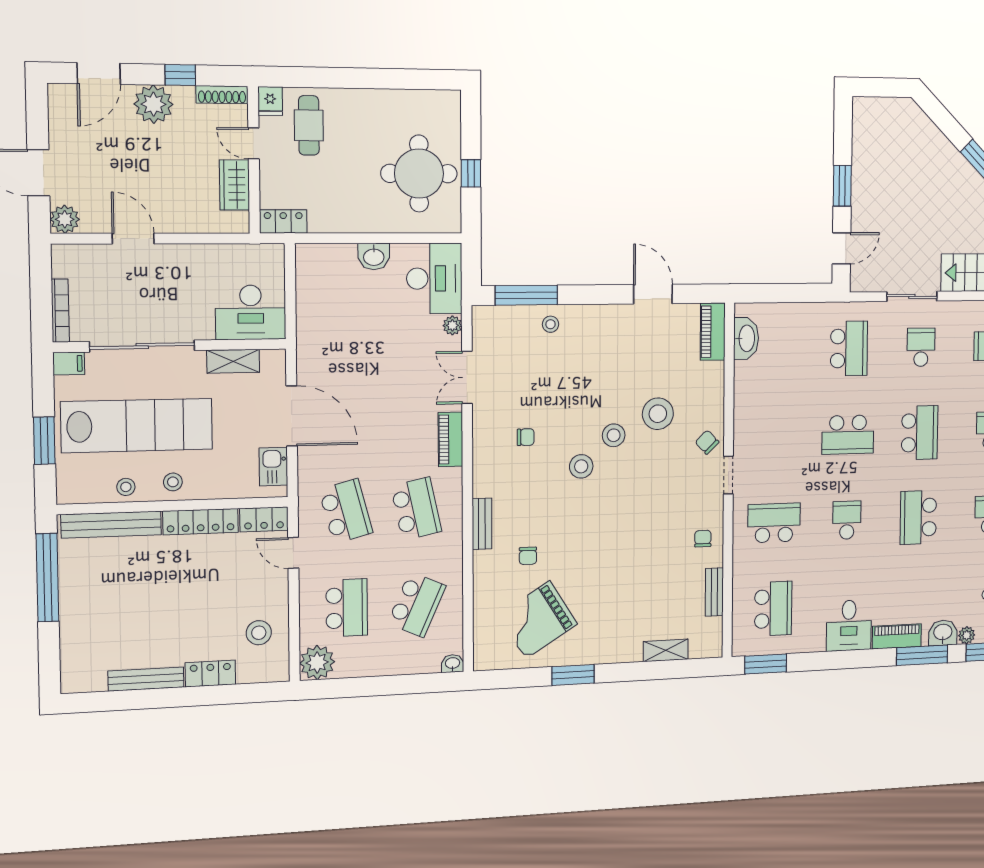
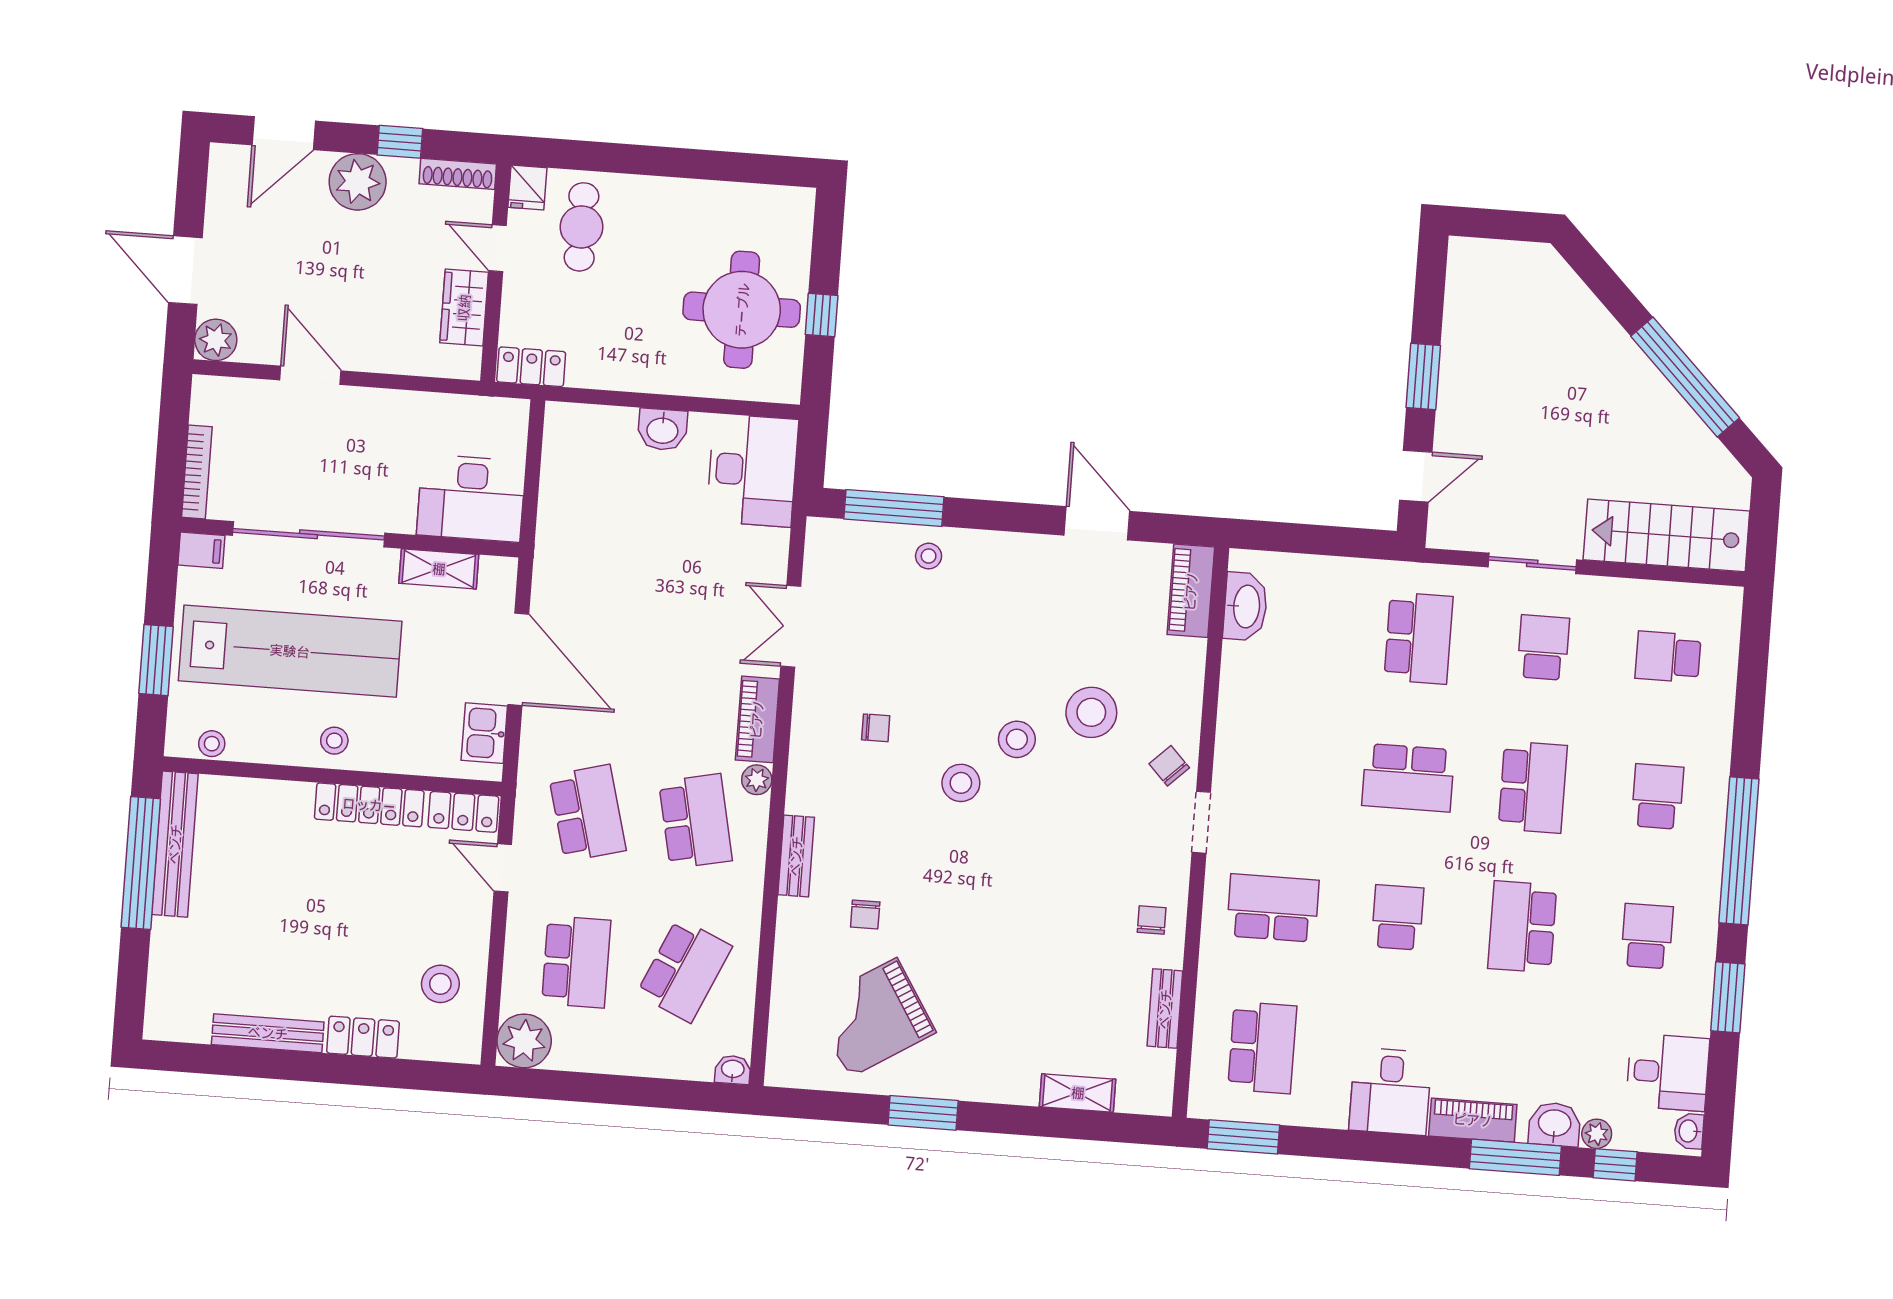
plant: (452, 325) -> (757, 780), moved
stool: (126, 487) -> (212, 744), moved
bench: (111, 525) -> (175, 844), moved, turned 90

